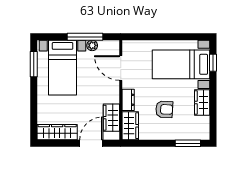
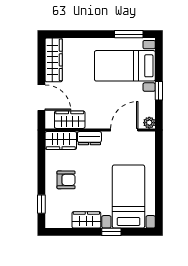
window: (85, 37) -> (159, 91), width x0.46
plant: (92, 45) -> (149, 123), moved
window: (213, 63) -> (111, 232), moved
armchair: (164, 109) -> (66, 180), moved, turned -93
window: (188, 143) -> (41, 204), width x0.67

